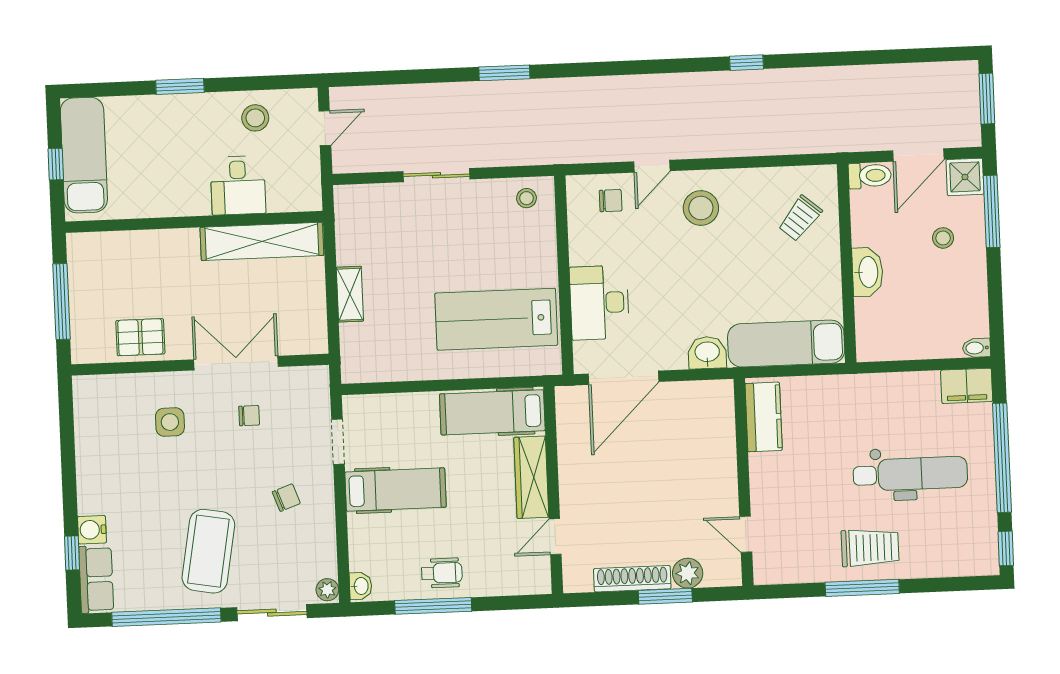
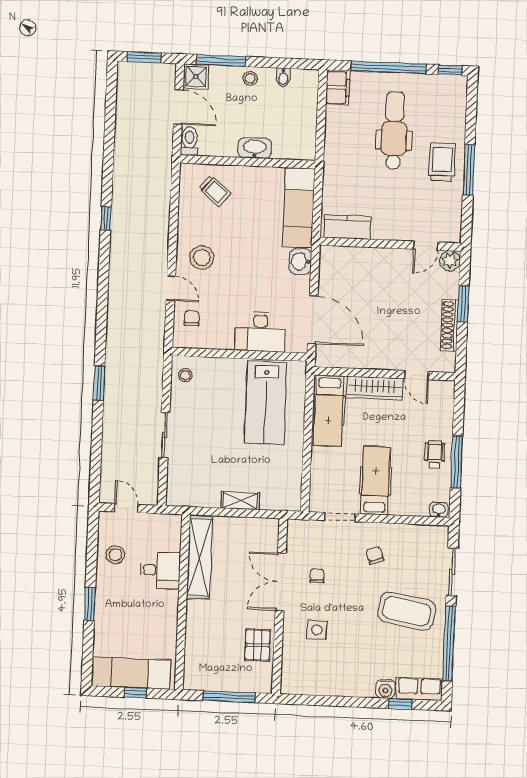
stool: (943, 238) -> (250, 78), moved
bidet: (977, 348) -> (283, 77), moved
plant: (688, 573) -> (450, 261), moved
plant: (327, 590) -> (440, 533), removed

